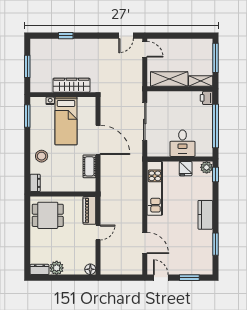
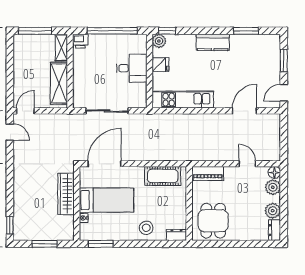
window: (66, 36) -> (10, 225), moved
door: (98, 140) -> (105, 164), moved
cot: (89, 166) -> (163, 176), width x1.37, depth x1.34
door: (98, 232) -> (247, 164), moved
plant: (77, 268) -> (273, 187), added

